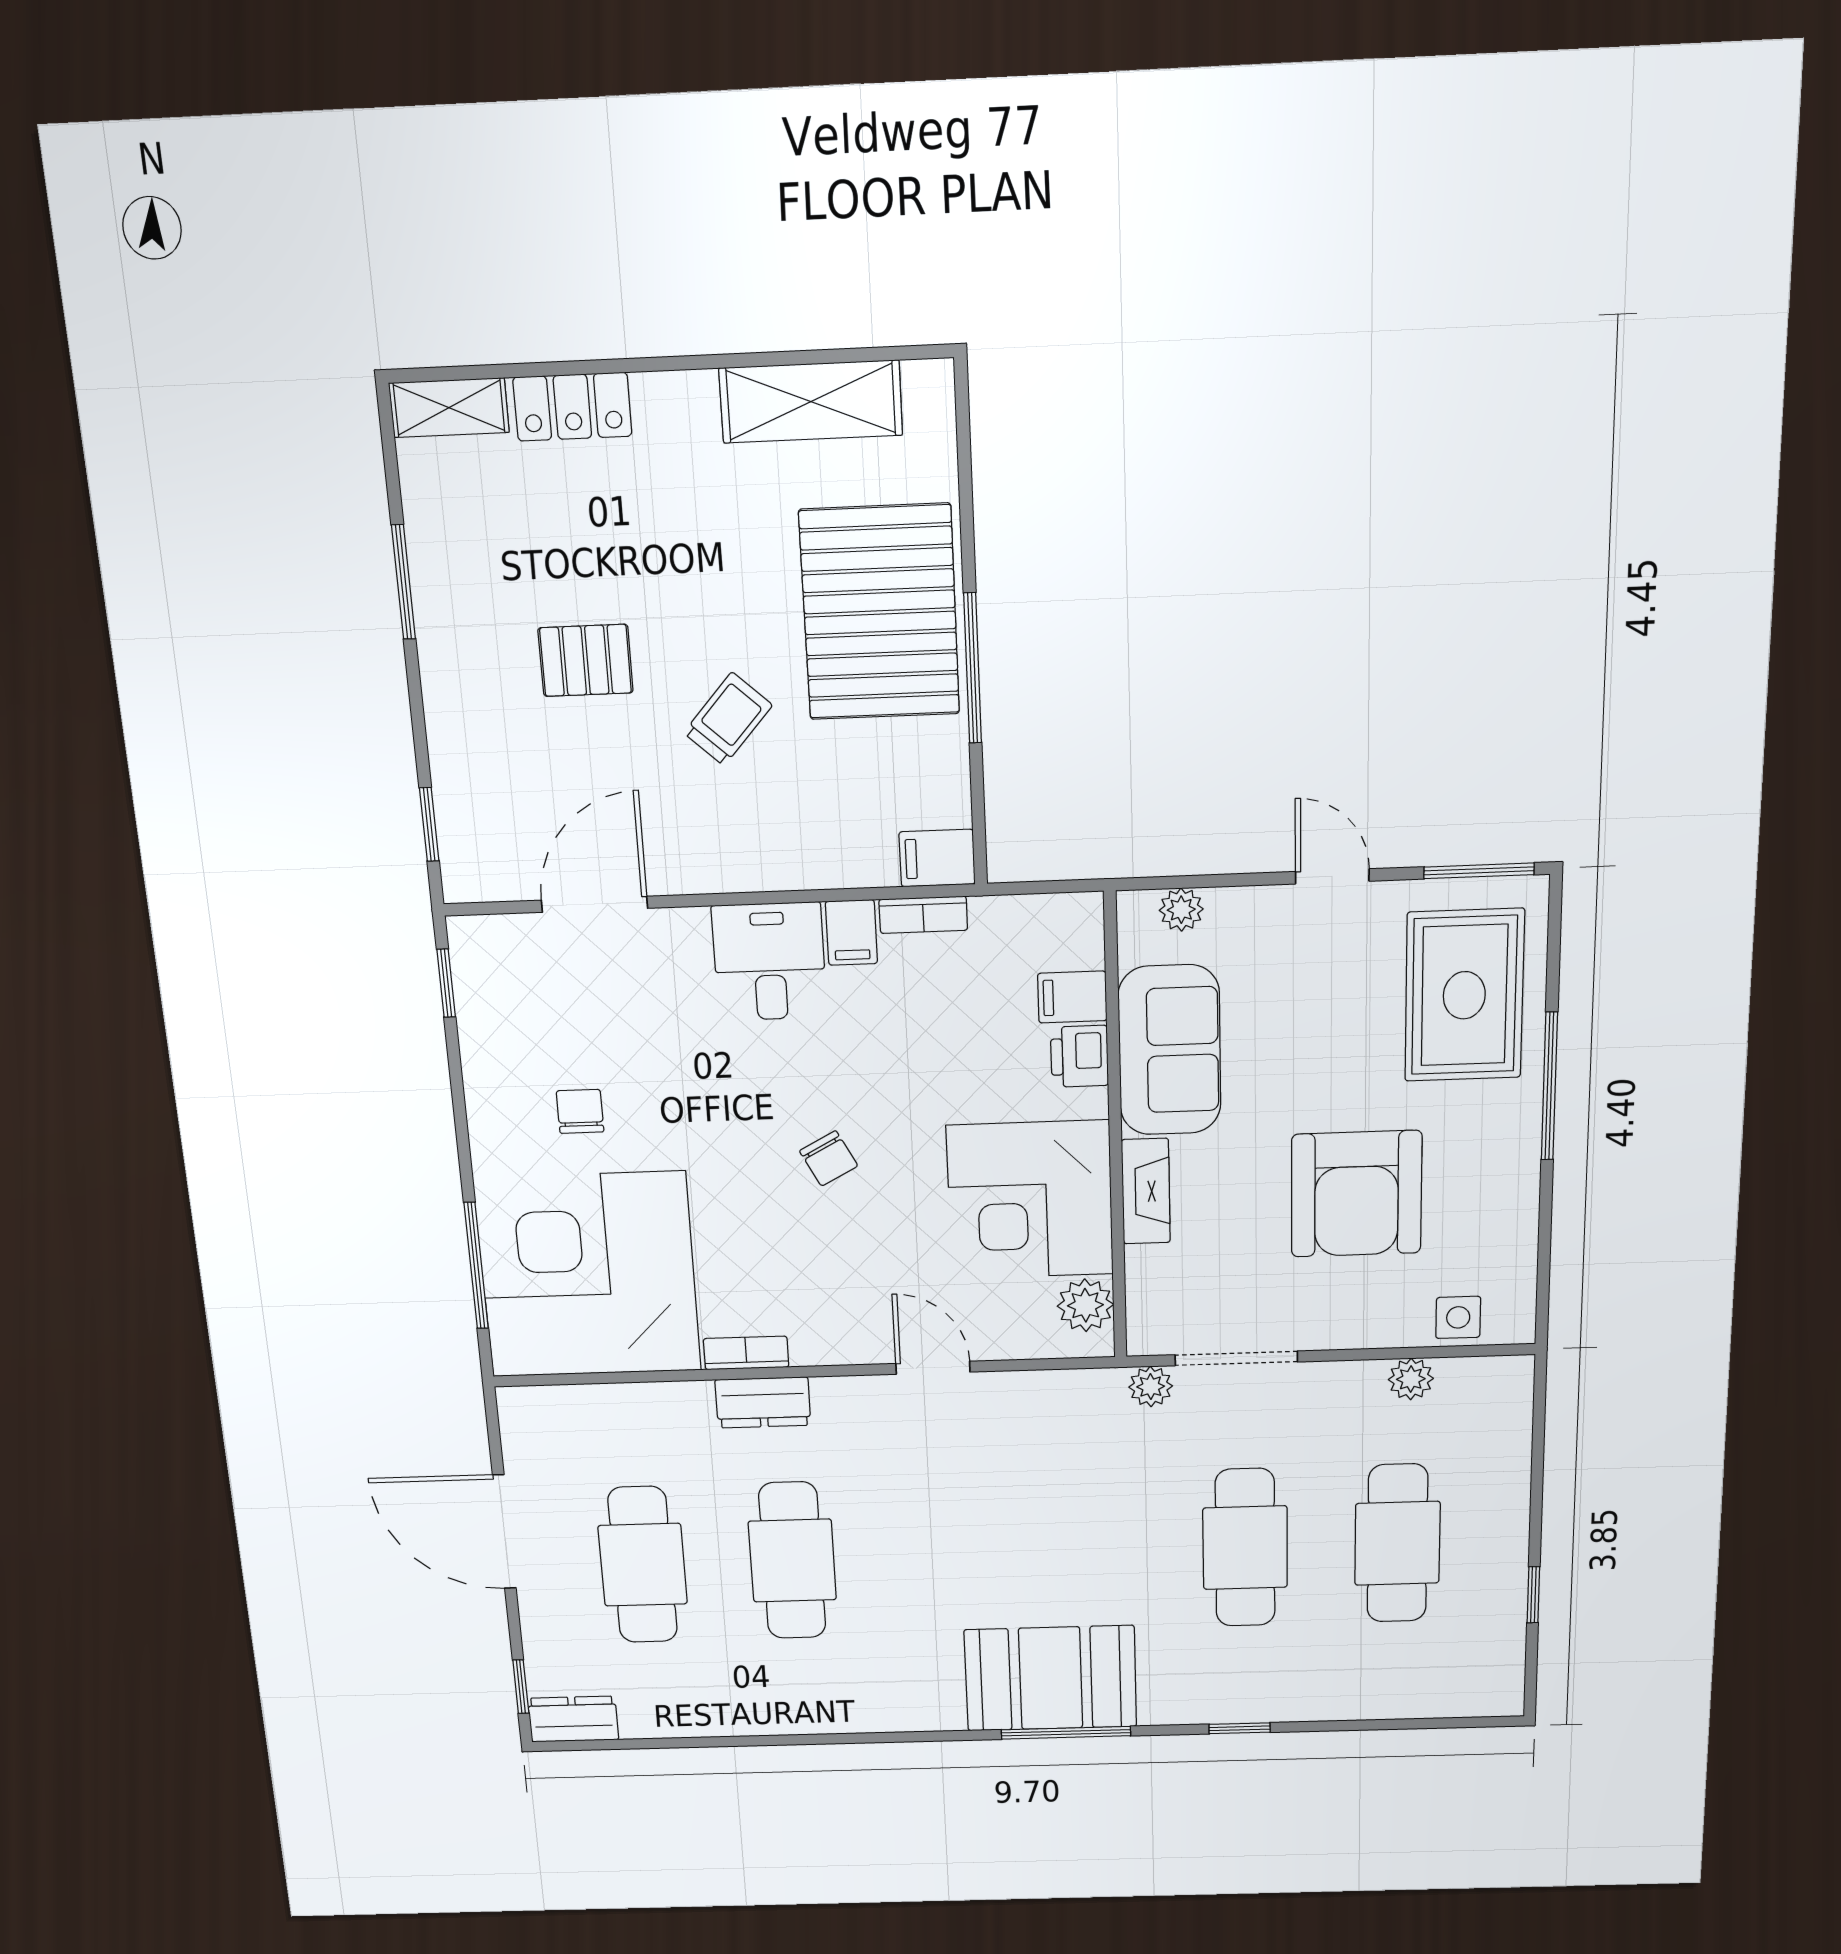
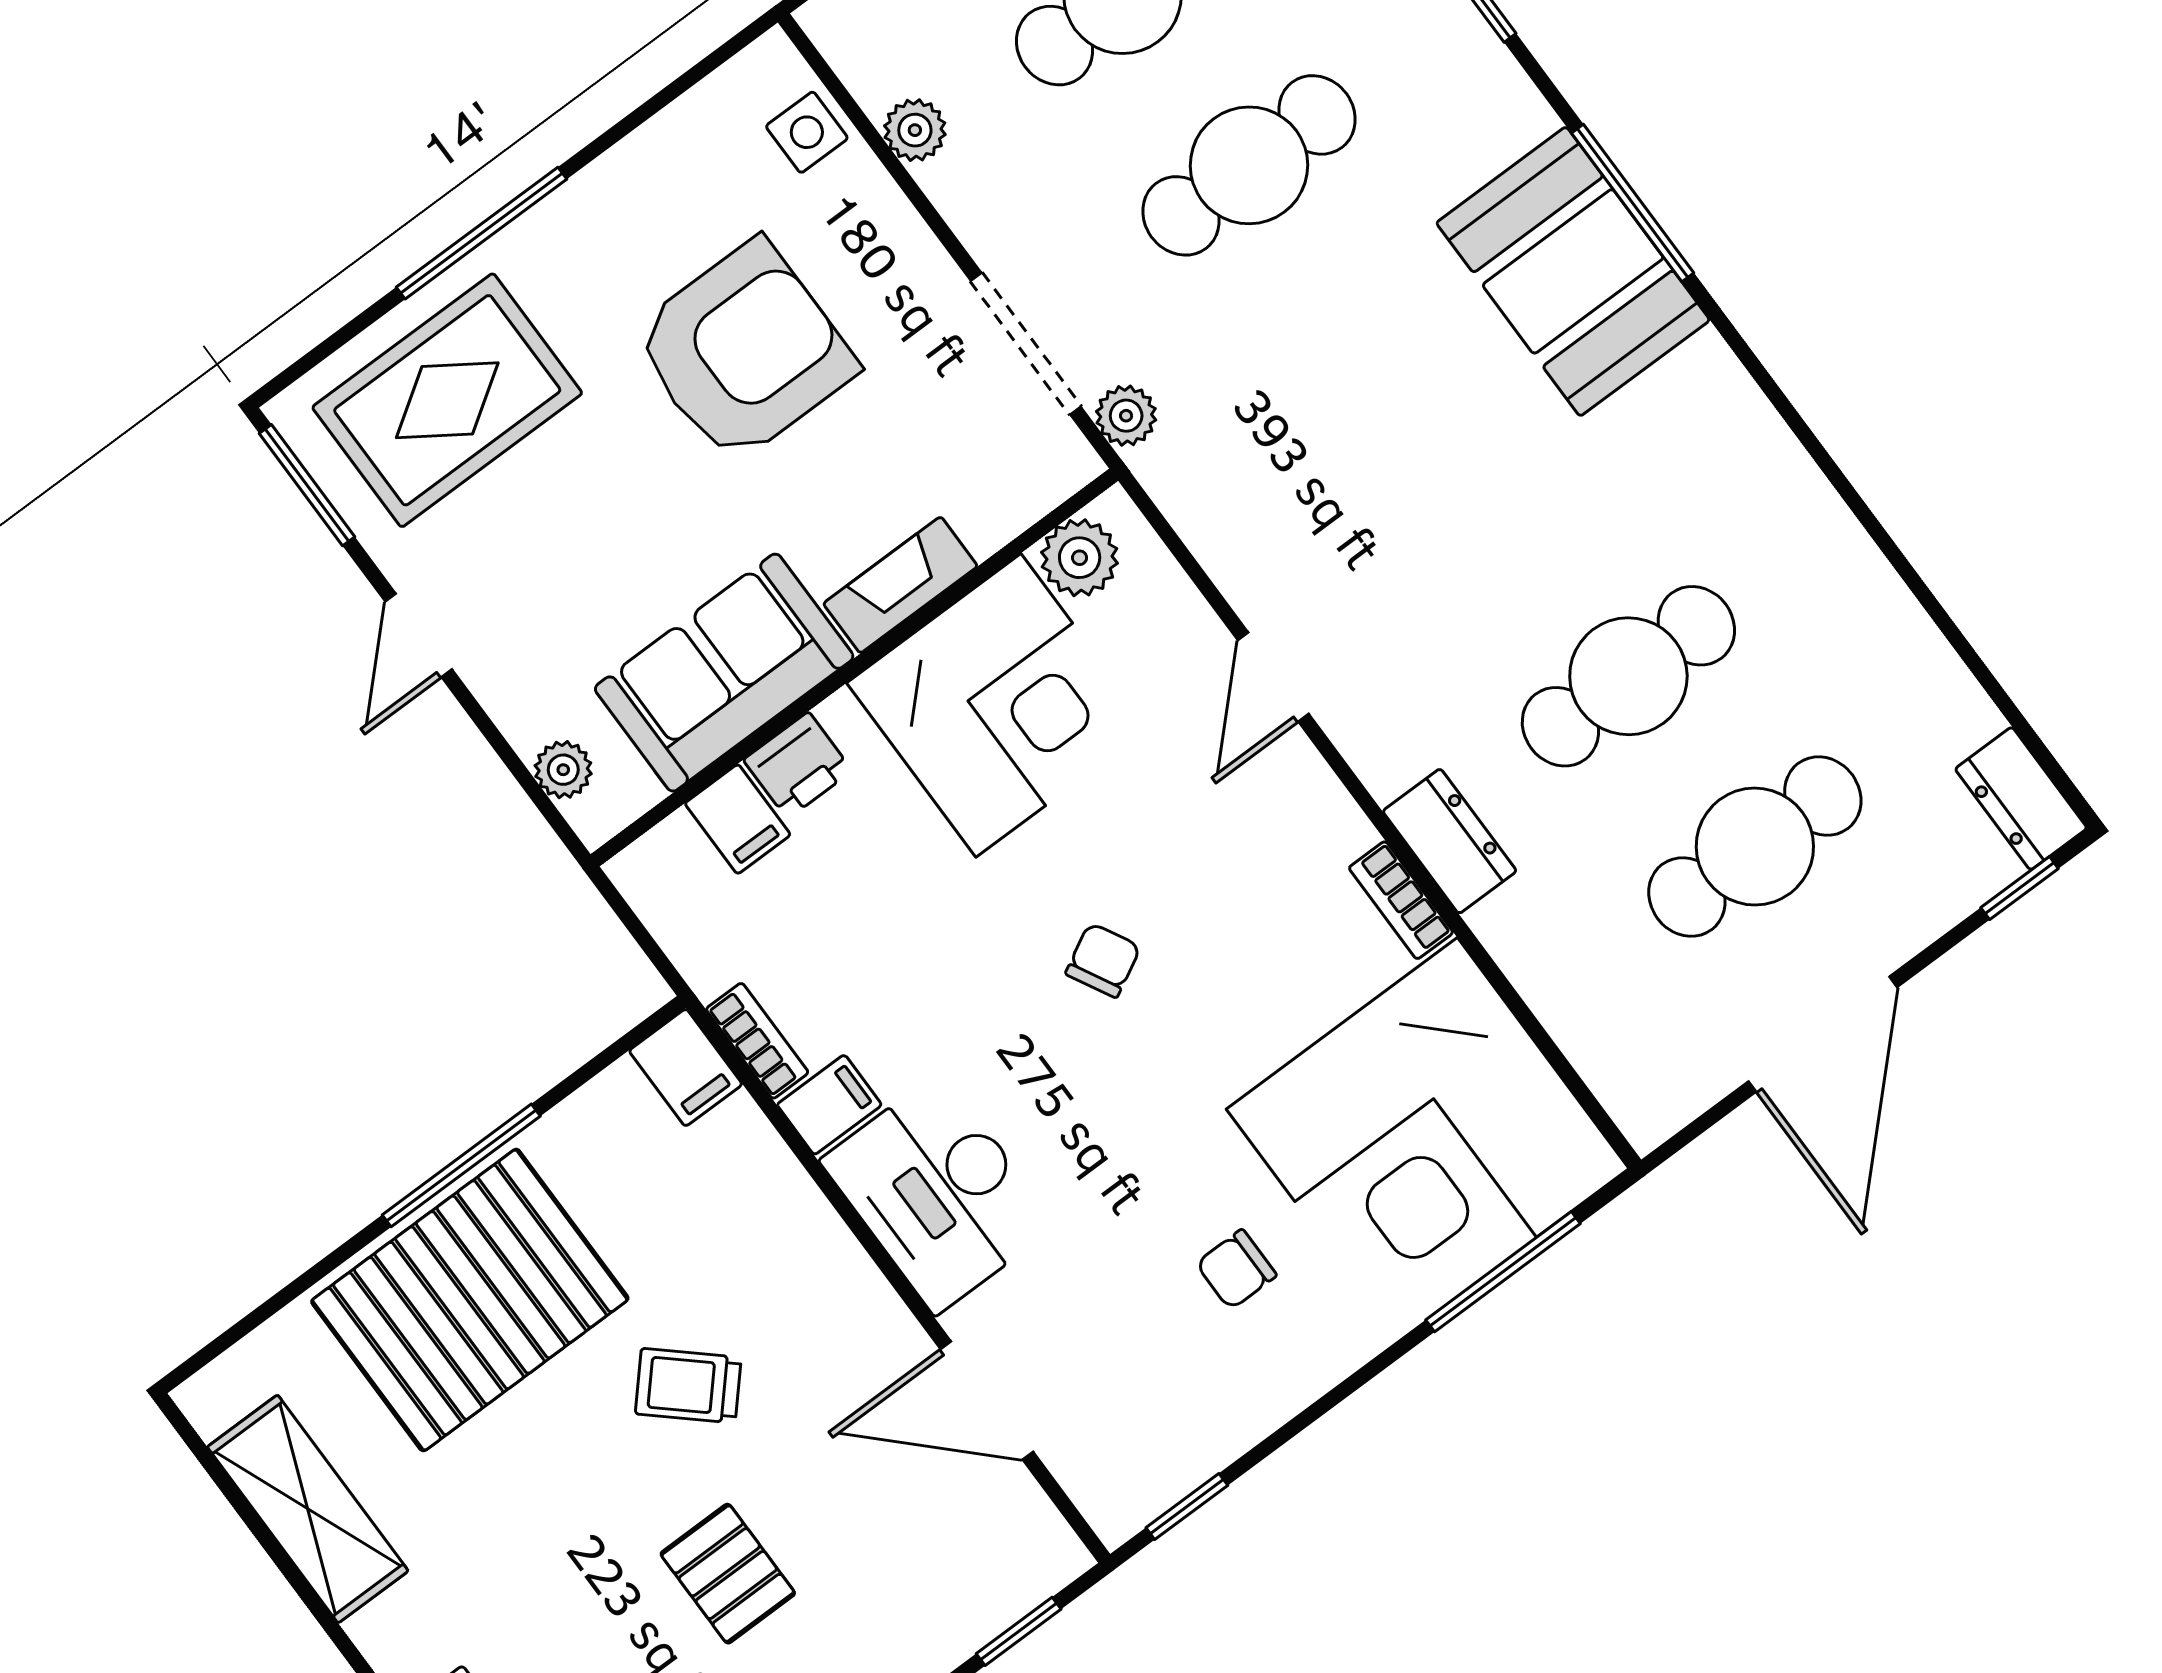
desk: (769, 962) -> (938, 1193), width x1.37

